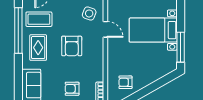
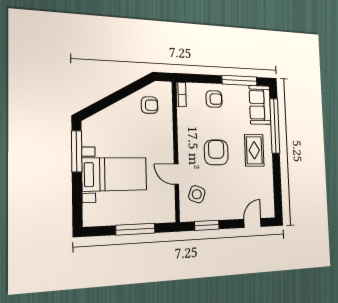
coffee table: (39, 19) -> (255, 185), removed
window: (18, 31) -> (275, 126), moved

